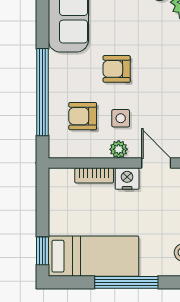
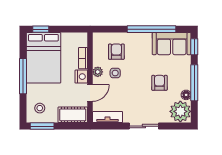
armchair: (117, 69) -> (159, 83), moved
window: (43, 92) -> (152, 29), moved
bed: (94, 256) -> (43, 58), width x1.50

